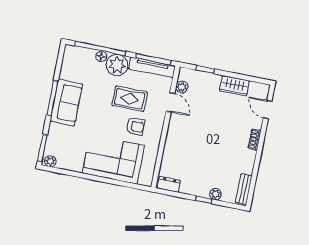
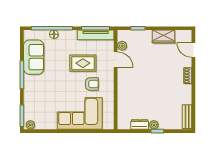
plant: (117, 65) -> (68, 39), removed
sofa: (66, 103) -> (34, 57), moved
dresser: (169, 184) -> (140, 125), moved
plant: (215, 194) -> (154, 125), moved

